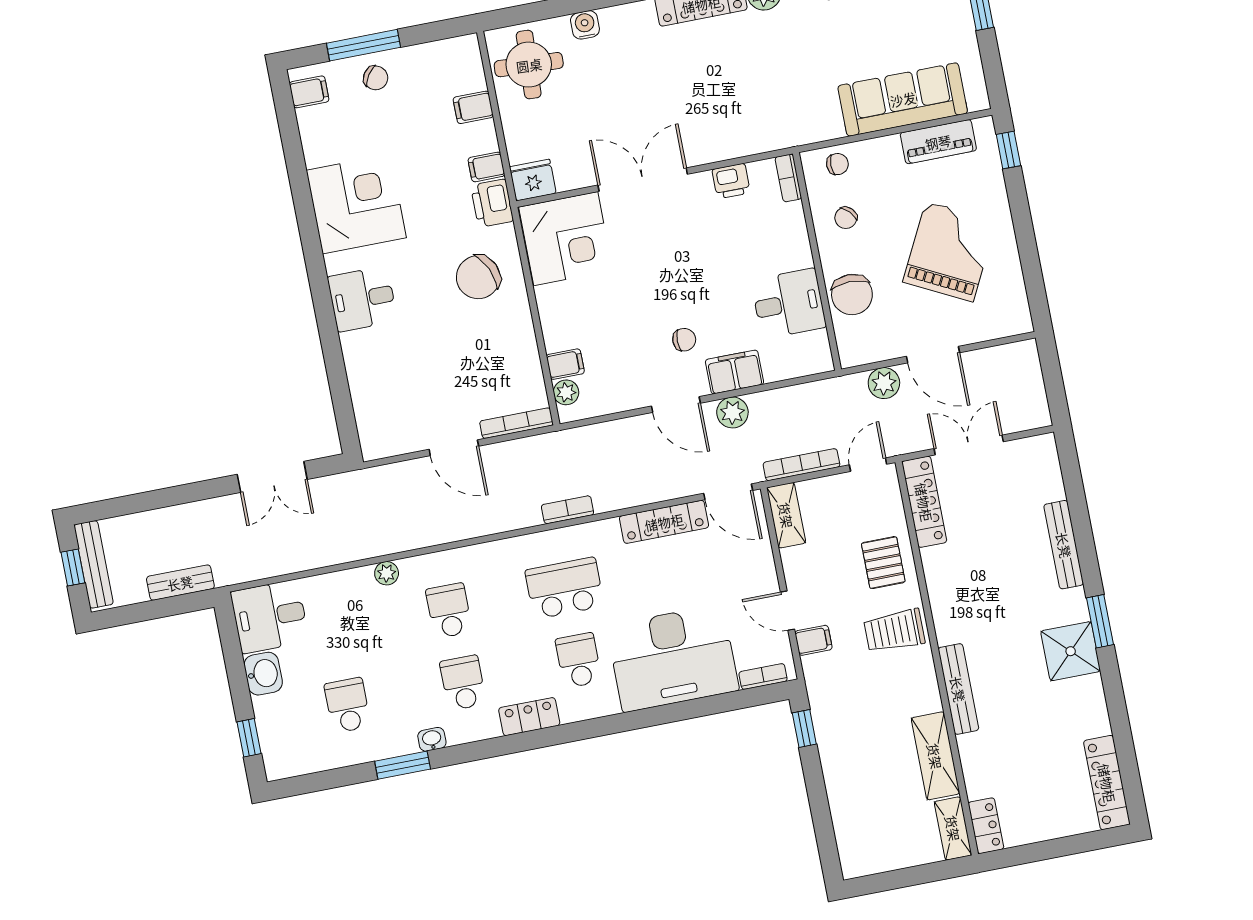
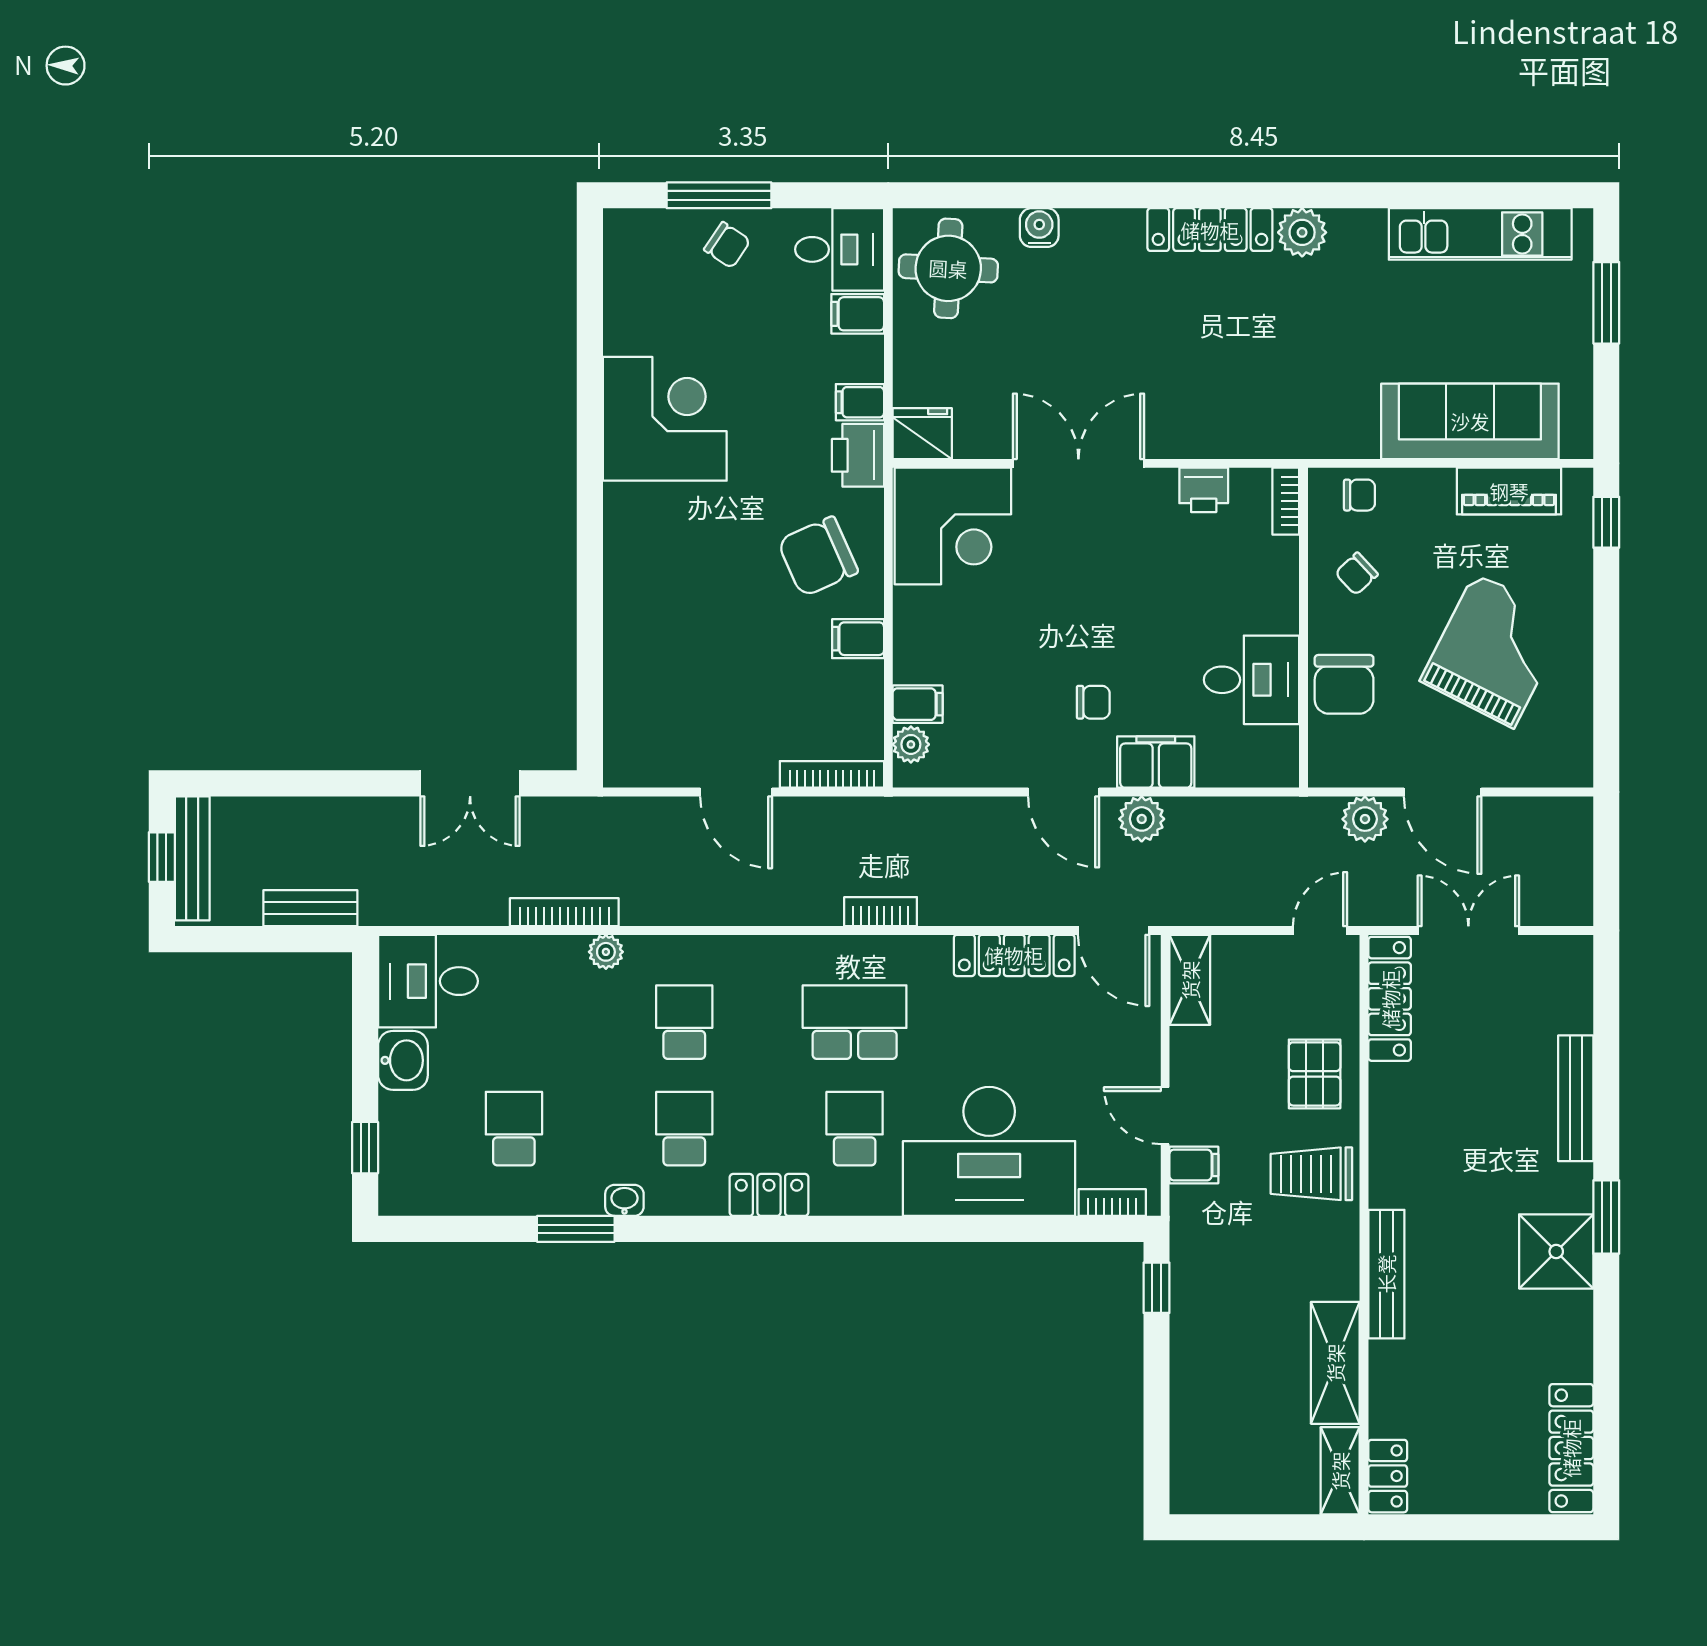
filing cabinet: (309, 92) -> (858, 639), moved, turned 180
desk: (362, 299) -> (840, 249), moved, turned 180
bookcase: (801, 465) -> (564, 912), moved

